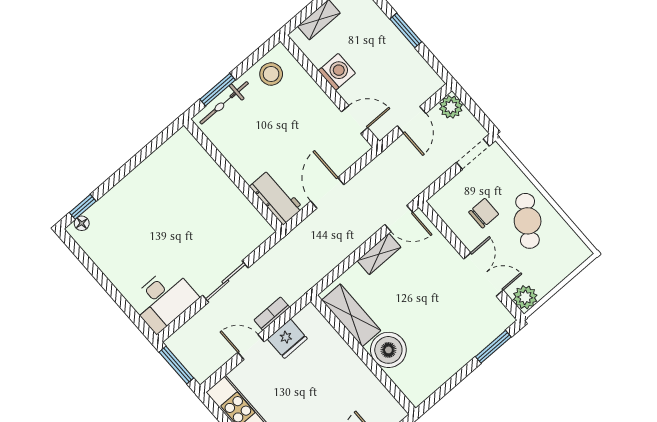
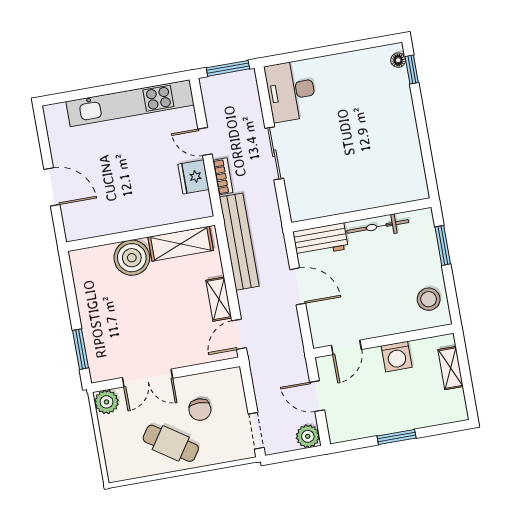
bicycle: (224, 103) -> (378, 226), moved, turned -90
bench: (319, 266) -> (239, 242), added
door: (251, 347) -> (205, 141), swing flipped

